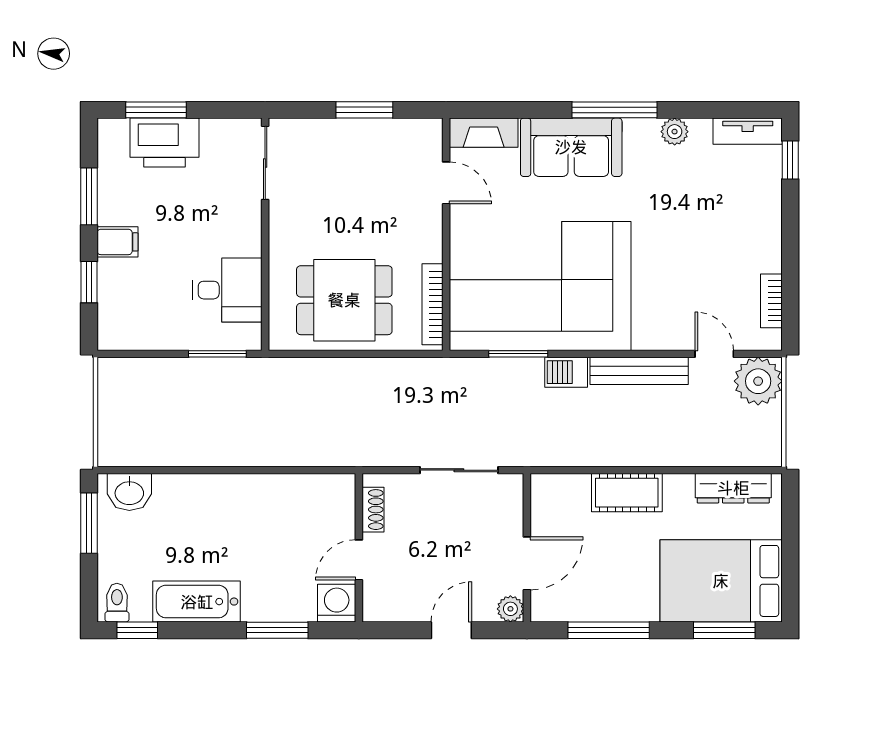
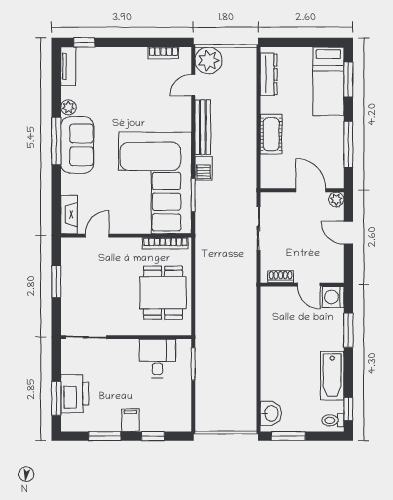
sofa: (571, 147) -> (77, 145), moved
bed: (721, 581) -> (328, 81), width x0.67

